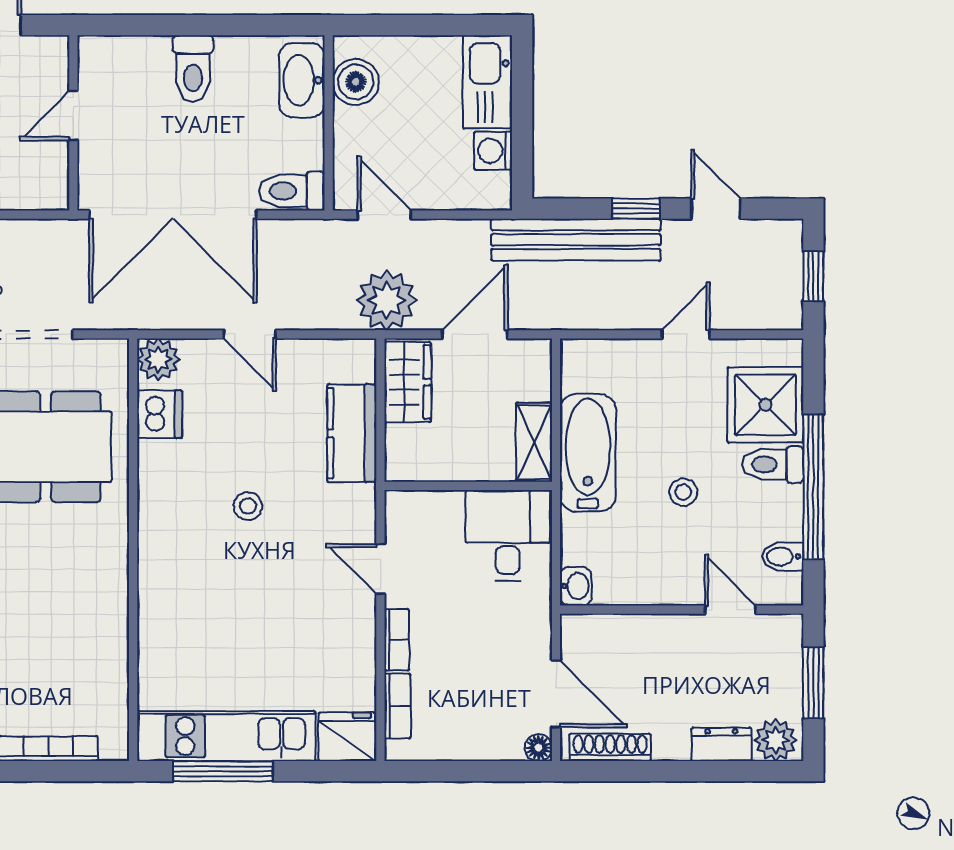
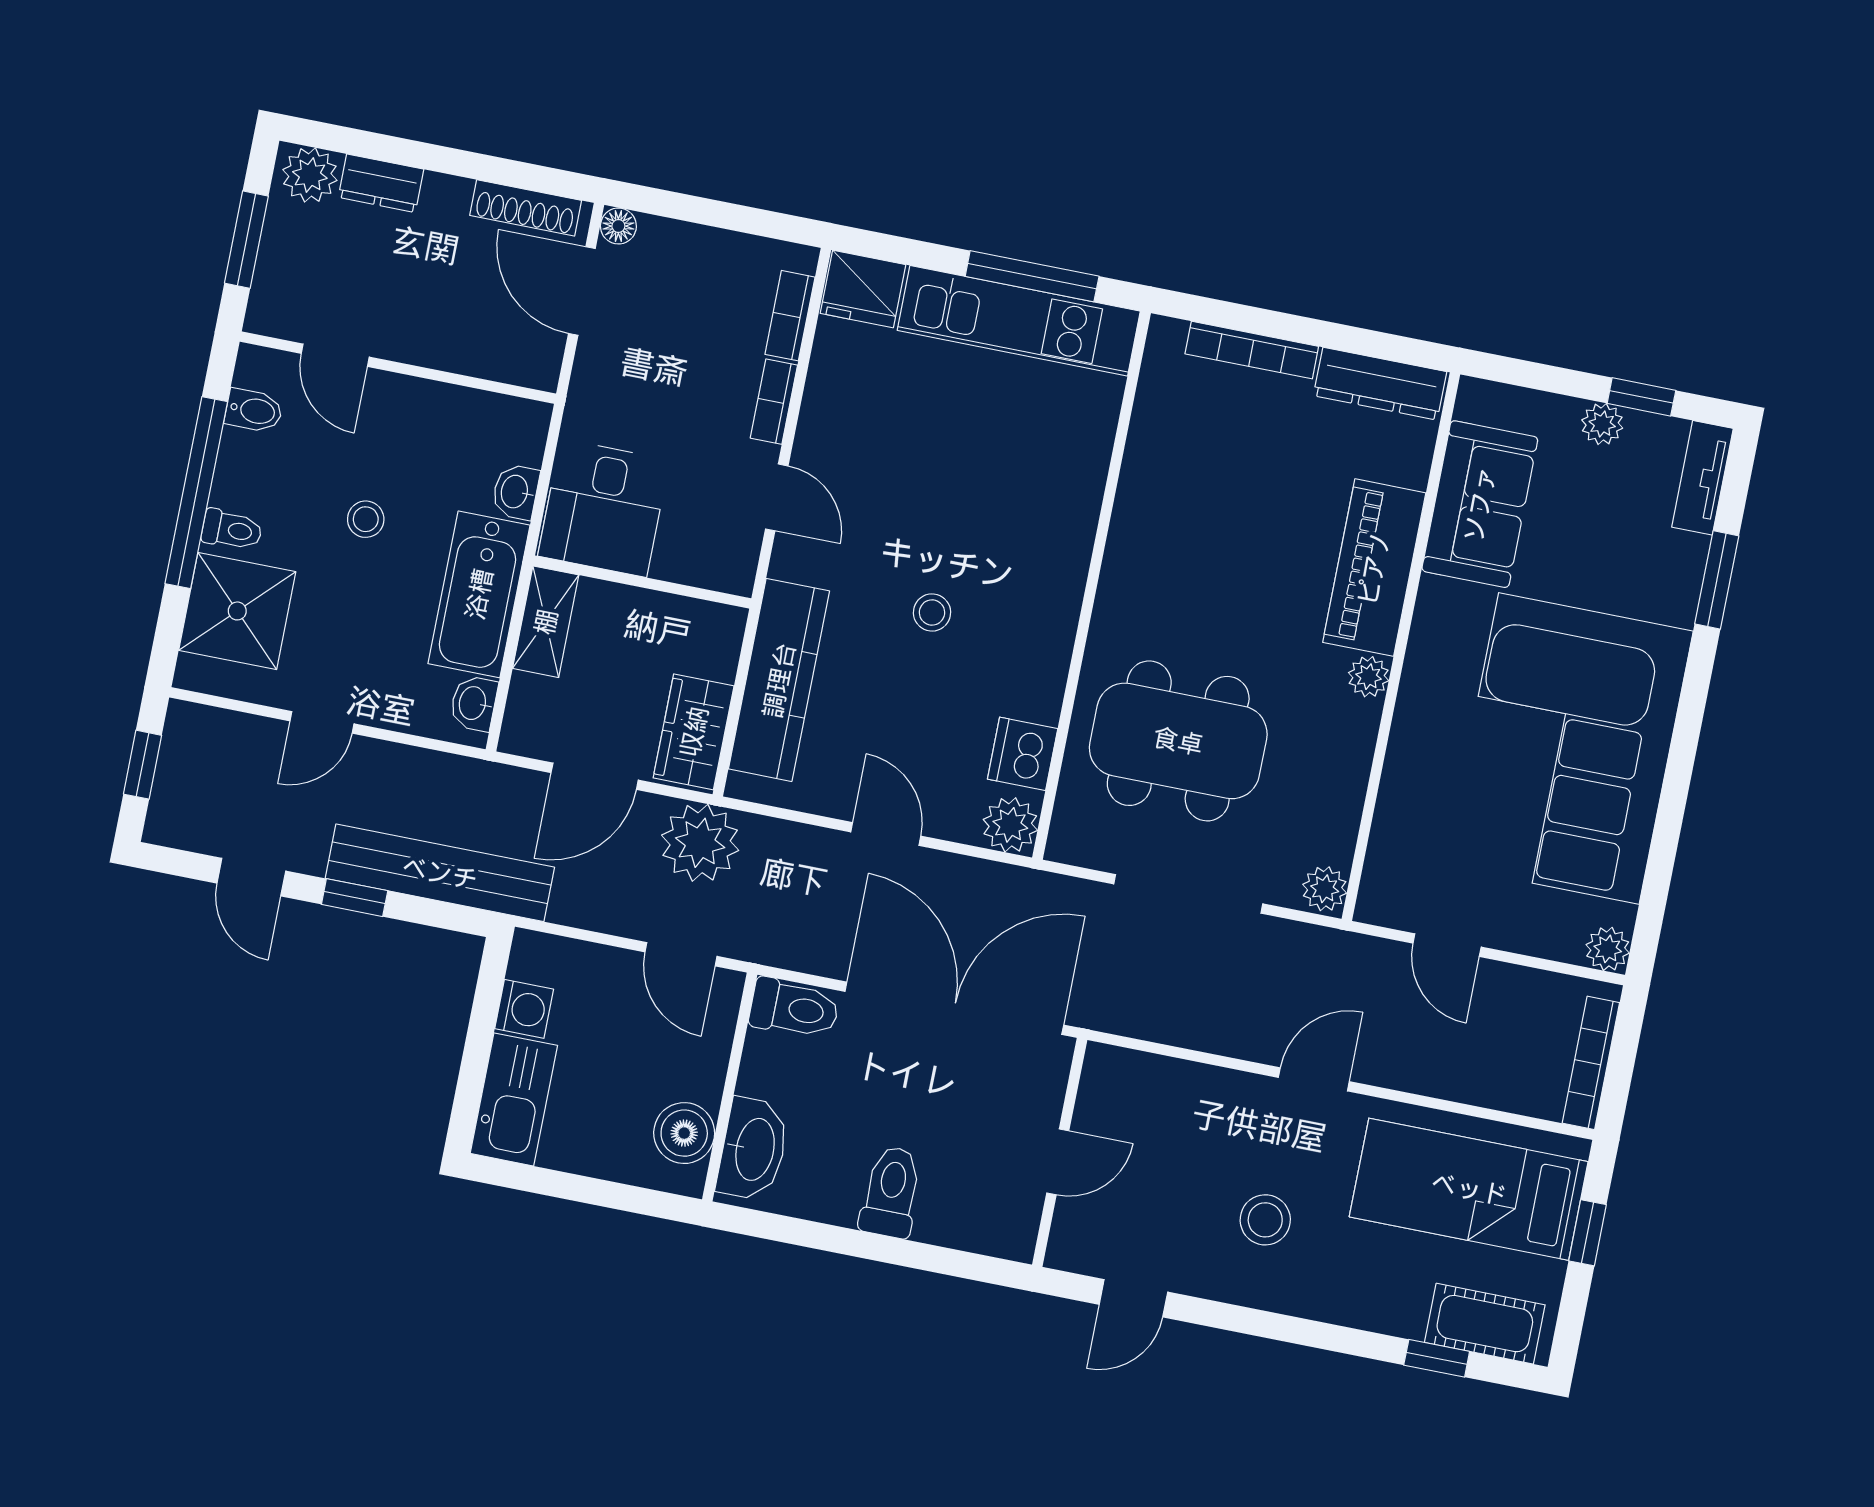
washbasin: (576, 371) -> (474, 703), added
kitchen counter: (352, 433) -> (779, 680), width x1.50
toilet: (773, 464) -> (232, 530), width x0.73, depth x0.72
washbasin: (576, 586) -> (516, 492), moved

